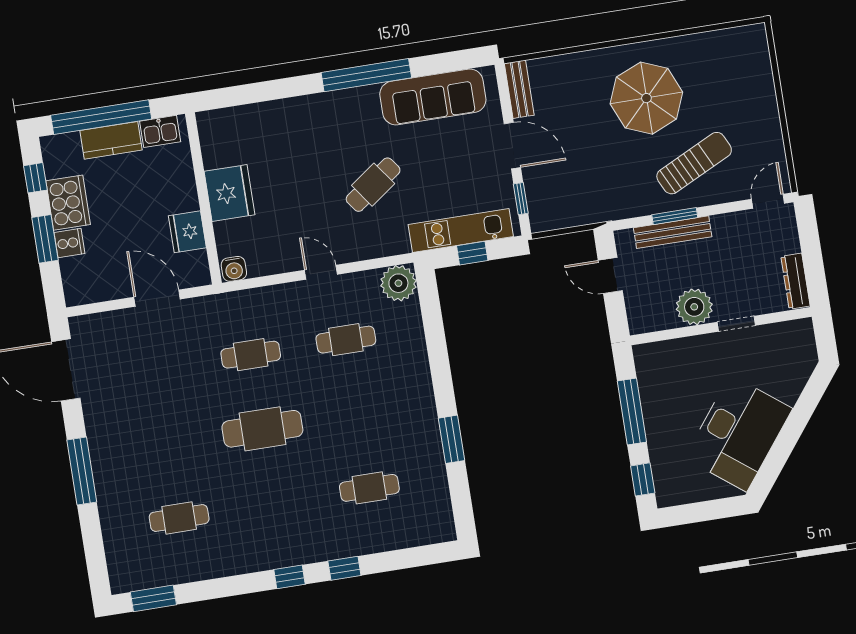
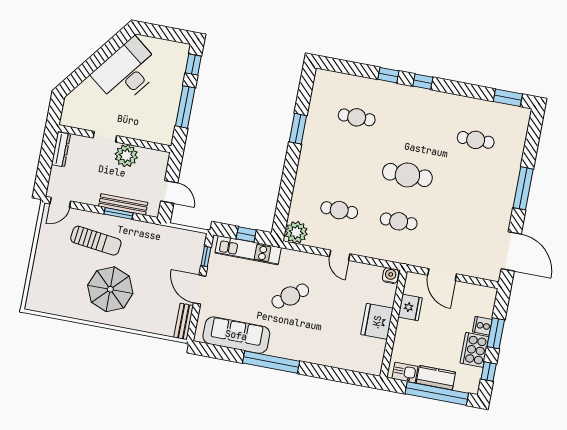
sun lounger: (694, 163) -> (96, 241), turned -147

